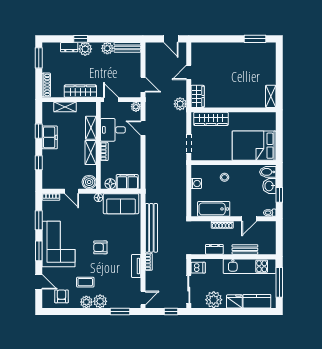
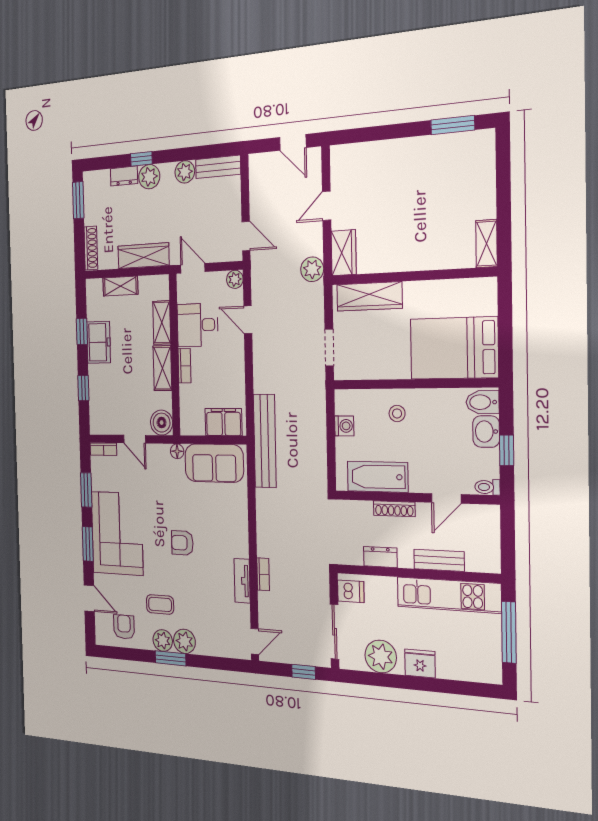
floor lamp: (110, 184) -> (196, 426), removed
bench: (151, 228) -> (265, 441), moved
kitchen counter: (257, 301) -> (464, 667), removed
window: (120, 312) -> (171, 658), moved

